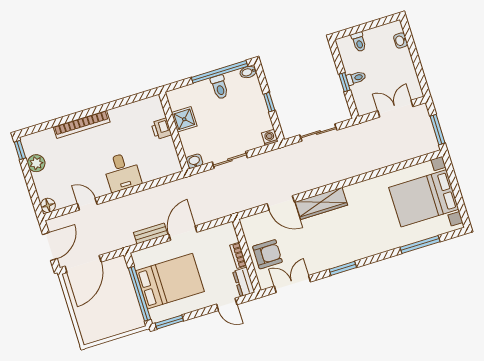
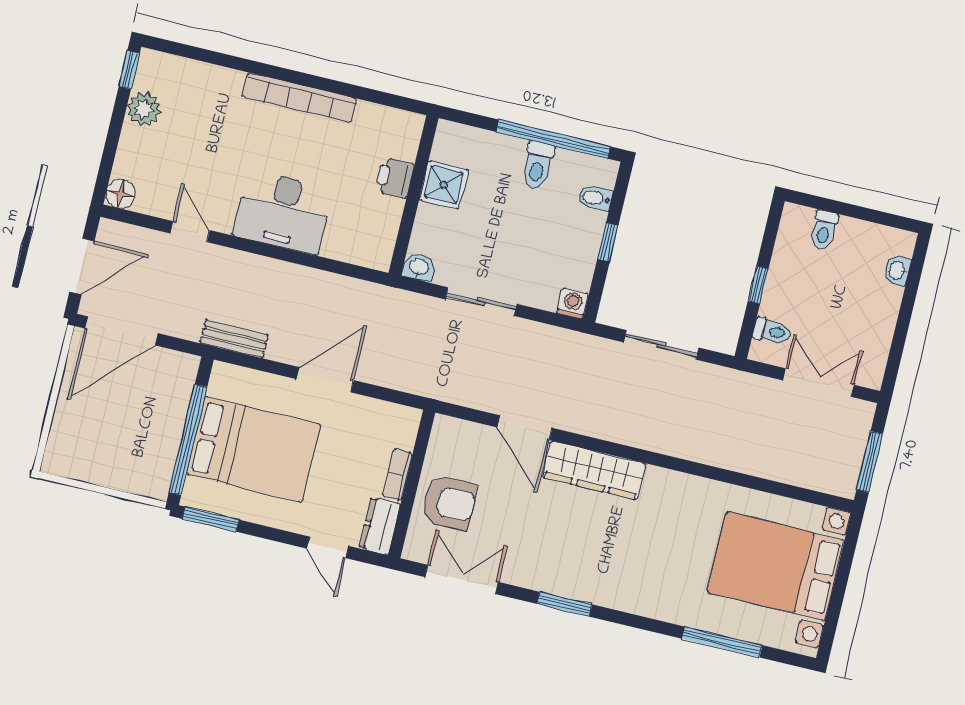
bidet: (248, 72) -> (595, 198), moved
toilet: (356, 78) -> (772, 331), moved
bookcase: (82, 124) -> (299, 98), moved
desk: (122, 172) -> (283, 212), width x1.37
bench: (151, 233) -> (234, 339), moved

